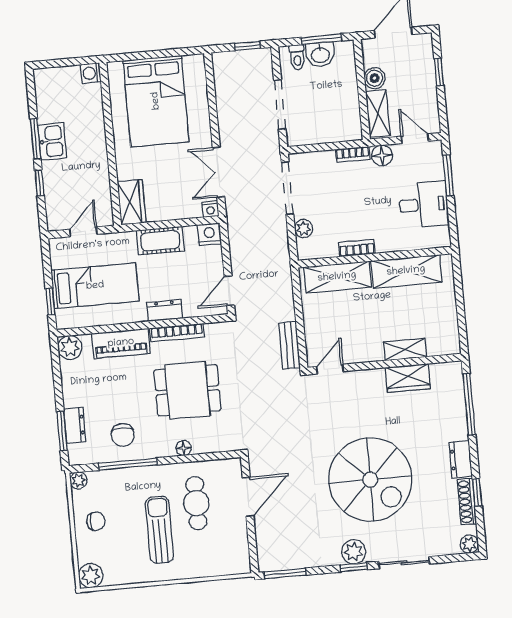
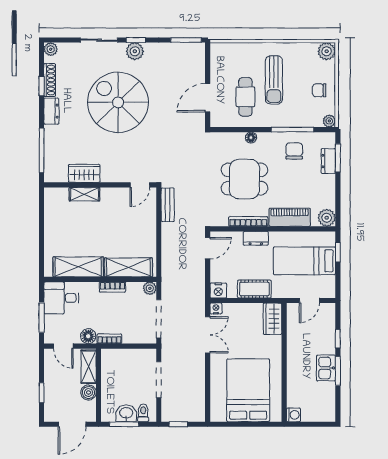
bookcase: (357, 248) -> (112, 287), moved
wall: (375, 257) -> (100, 279), moved
shelving: (406, 271) -> (78, 267), moved
shelving: (337, 277) -> (128, 267), moved

